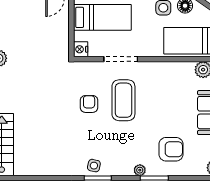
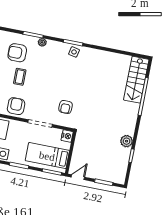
armchair: (158, 76) -> (16, 106), added
coffee table: (123, 100) -> (20, 77), moved, width x0.54, depth x0.58
armchair: (89, 104) -> (66, 107), moved

